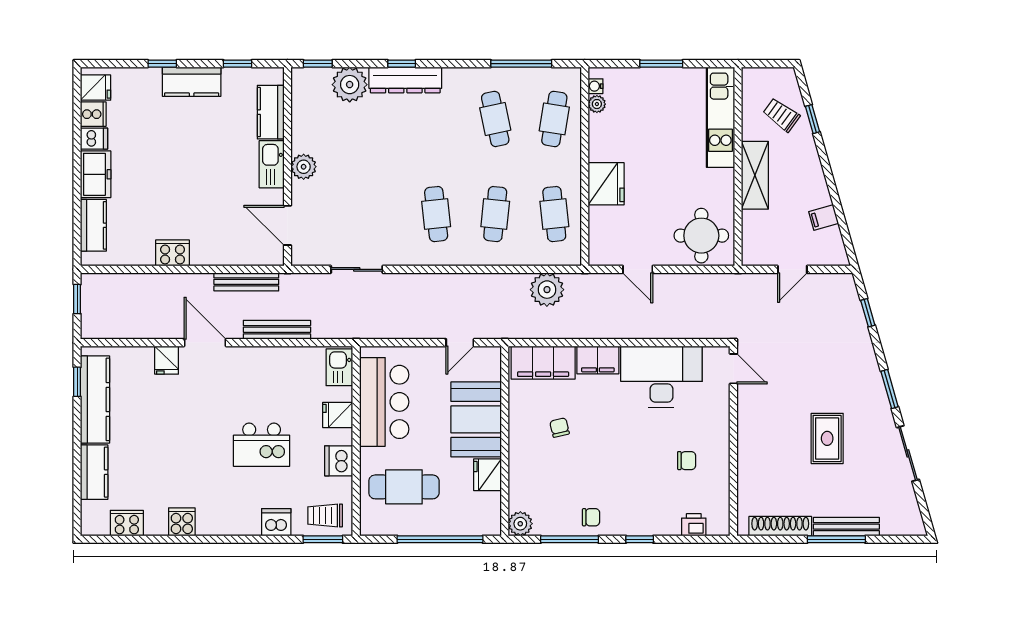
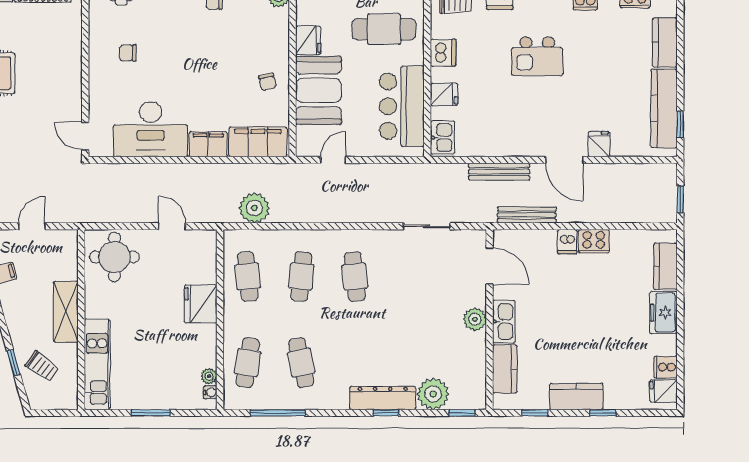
dishwasher: (94, 139) -> (567, 242), moved, turned -90
chair: (560, 428) -> (267, 82), moved
kitchen island: (262, 445) -> (537, 56), moved, turned 180

